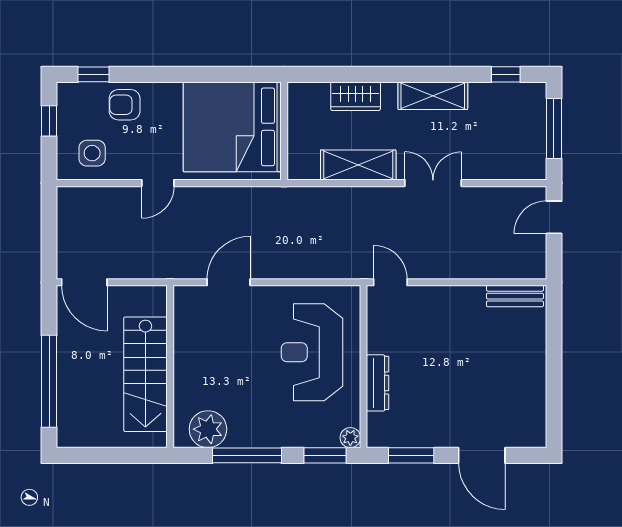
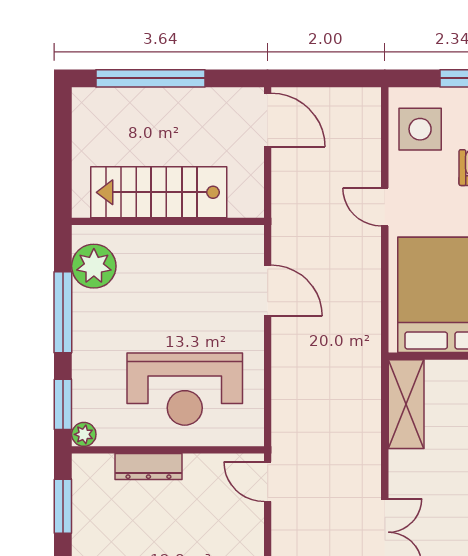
side table: (92, 153) -> (420, 129), width x1.37, depth x1.37
shelving: (358, 165) -> (406, 404), moved
door: (84, 282) -> (268, 120), swing flipped
door: (390, 282) -> (268, 482), swing flipped
reception desk: (312, 352) -> (185, 389), turned 180

